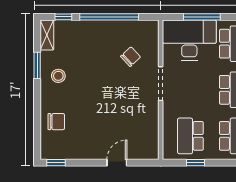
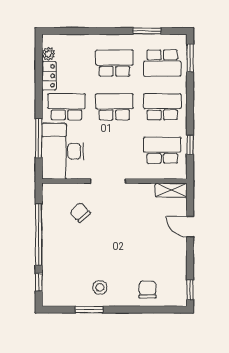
shelving: (47, 35) -> (171, 190), moved
school desk: (190, 136) -> (162, 150), turned 180

